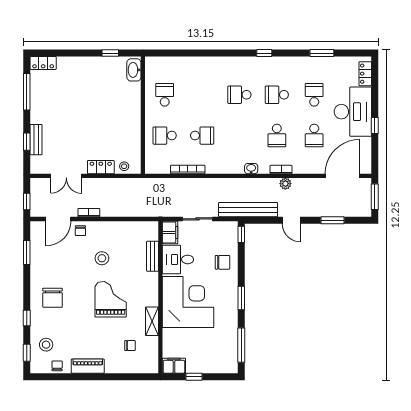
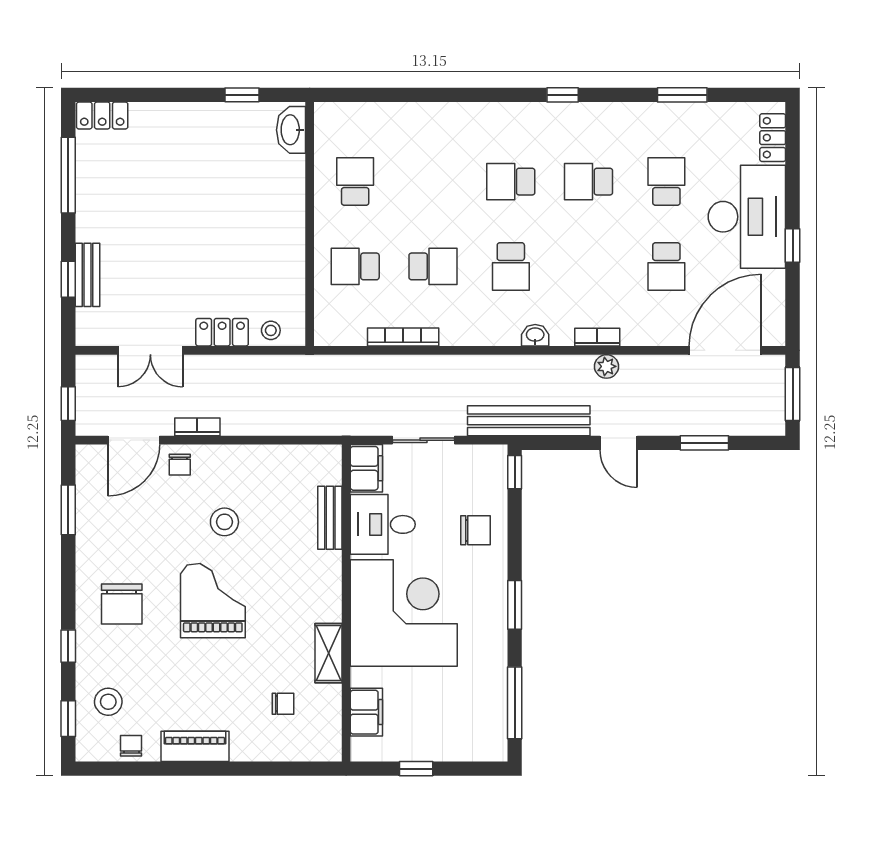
school desk: (277, 136) -> (511, 266), moved
grand piano: (111, 299) -> (213, 601), moved
filing cabinet: (174, 366) -> (366, 712), moved, turned 90

